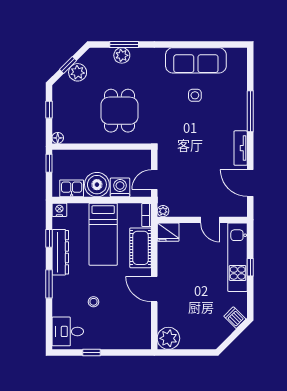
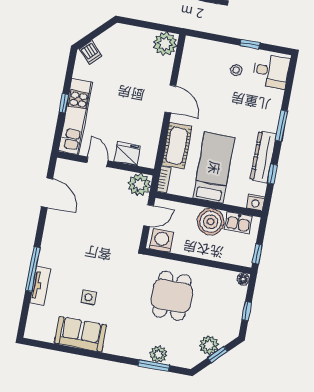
sofa: (196, 60) -> (80, 334), width x0.73
tv unit: (241, 148) -> (40, 286), moved
washing machine: (120, 187) -> (161, 240), moved, turned 180
plant: (163, 211) -> (139, 185), width x1.88, depth x1.88
fridge: (168, 232) -> (127, 154), moved
stool: (94, 302) -> (236, 70), moved

